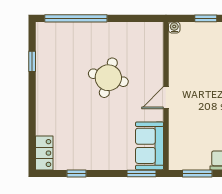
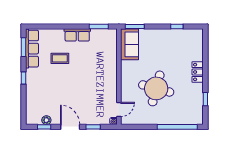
round table: (108, 78) -> (156, 88), width x1.36, depth x1.36
door: (166, 98) -> (119, 110), moved
locker: (44, 153) -> (198, 72), moved

